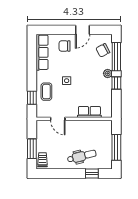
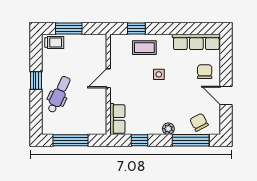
window: (116, 83) -> (140, 140), moved
row of seats: (89, 112) -> (117, 119), moved
door: (58, 119) -> (108, 78), moved
dental chair: (82, 156) -> (59, 94), turned -141
window: (92, 174) -> (36, 81), moved

